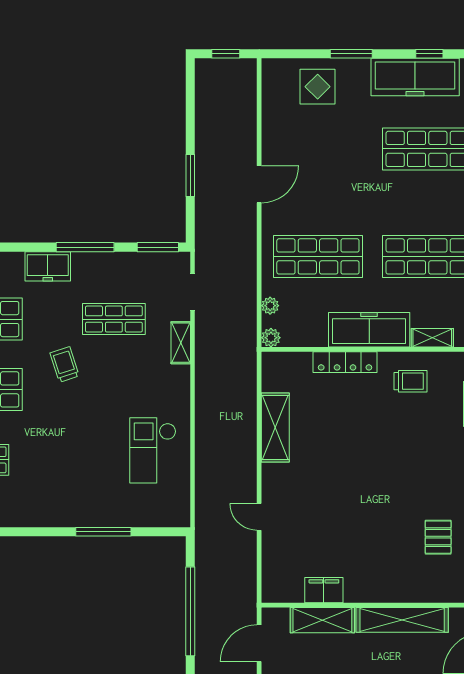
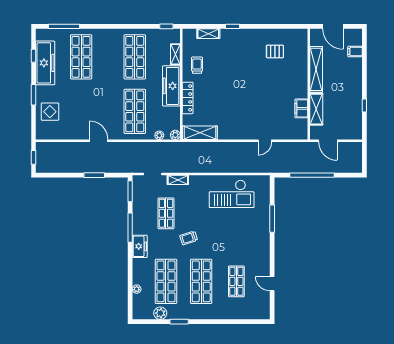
shelving: (275, 427) -> (200, 133), moved
checkout: (153, 450) -> (232, 194), width x1.36, depth x1.21

